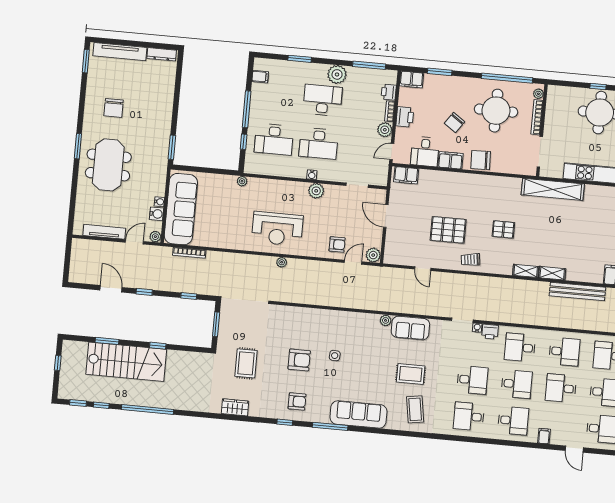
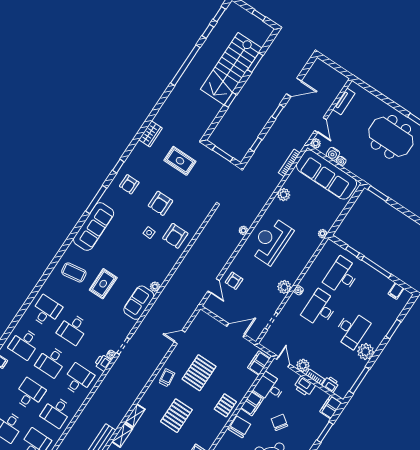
pallet: (467, 186) -> (225, 405), added
pallet: (503, 229) -> (176, 416), width x1.50, depth x1.42
tv unit: (104, 232) -> (344, 101), width x0.71
plant: (373, 255) -> (284, 195), moved
armchair: (324, 328) -> (175, 236), added

